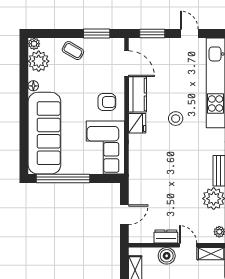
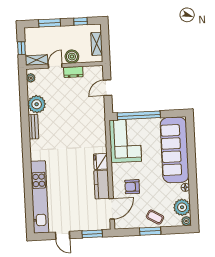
window: (97, 33) -> (150, 231), moved
door: (126, 64) -> (112, 209), swing flipped
armchair: (107, 102) -> (132, 187), moved
stool: (176, 119) -> (70, 167), removed
window: (63, 178) -> (139, 115), moved
door: (188, 245) -> (55, 66), swing flipped

